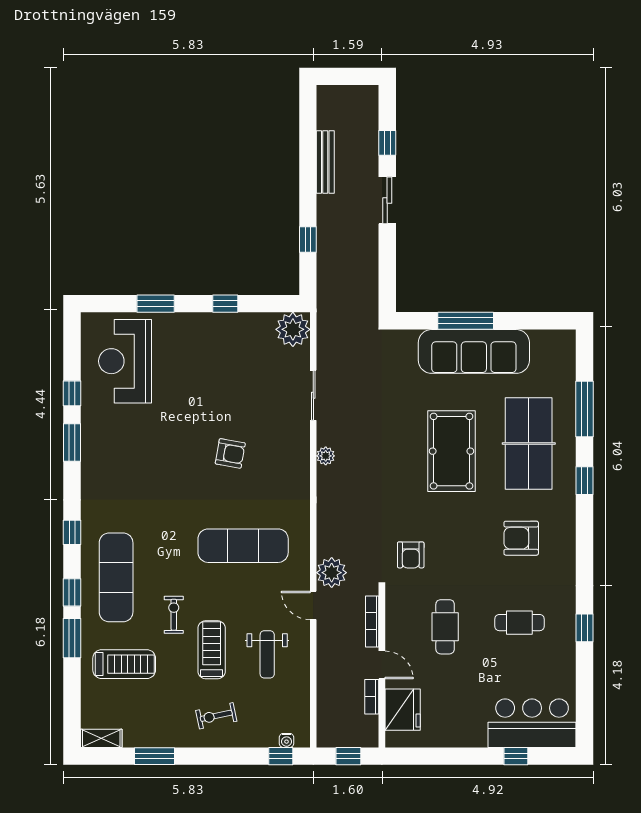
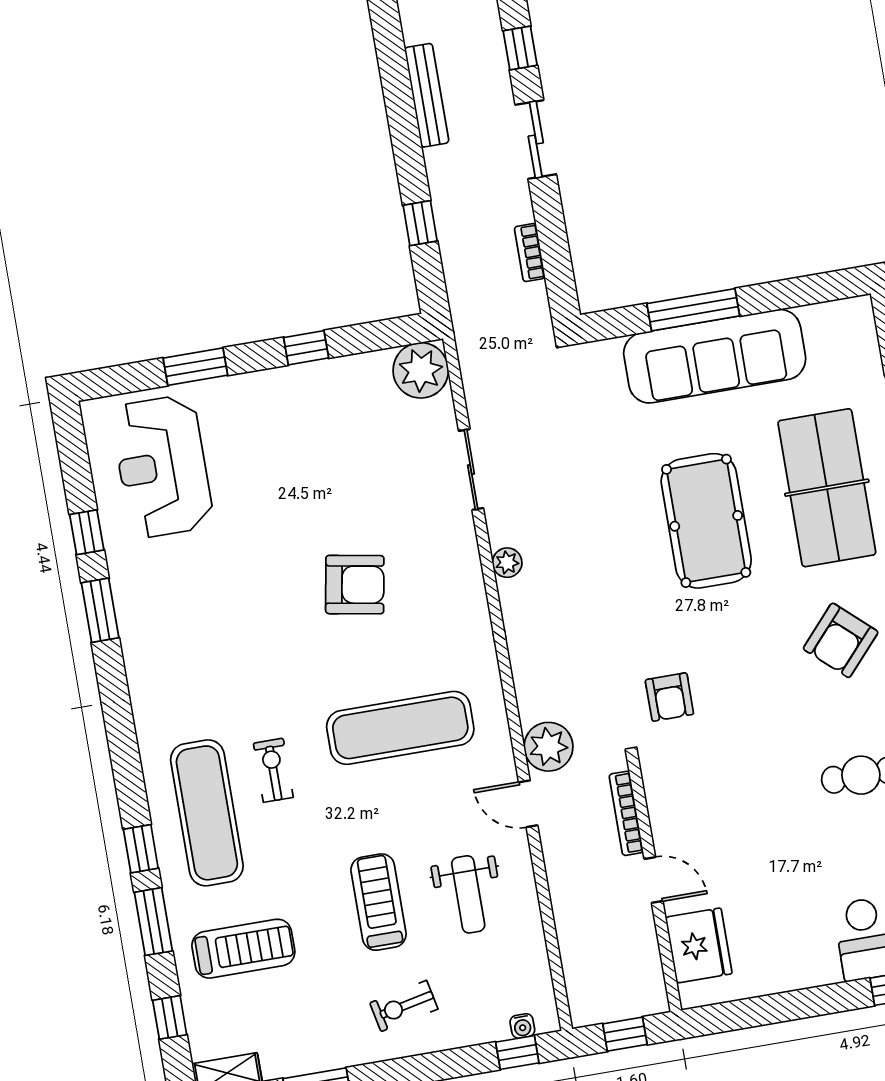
armchair: (230, 453) -> (355, 585), width x1.38, depth x1.38
window: (72, 532) -> (170, 1017), moved
armchair: (521, 538) -> (841, 640), turned -48
exercise bike: (174, 615) -> (273, 770), moved
cafe table: (445, 627) -> (744, 802), removed
bookcase: (372, 697) -> (530, 253), moved

